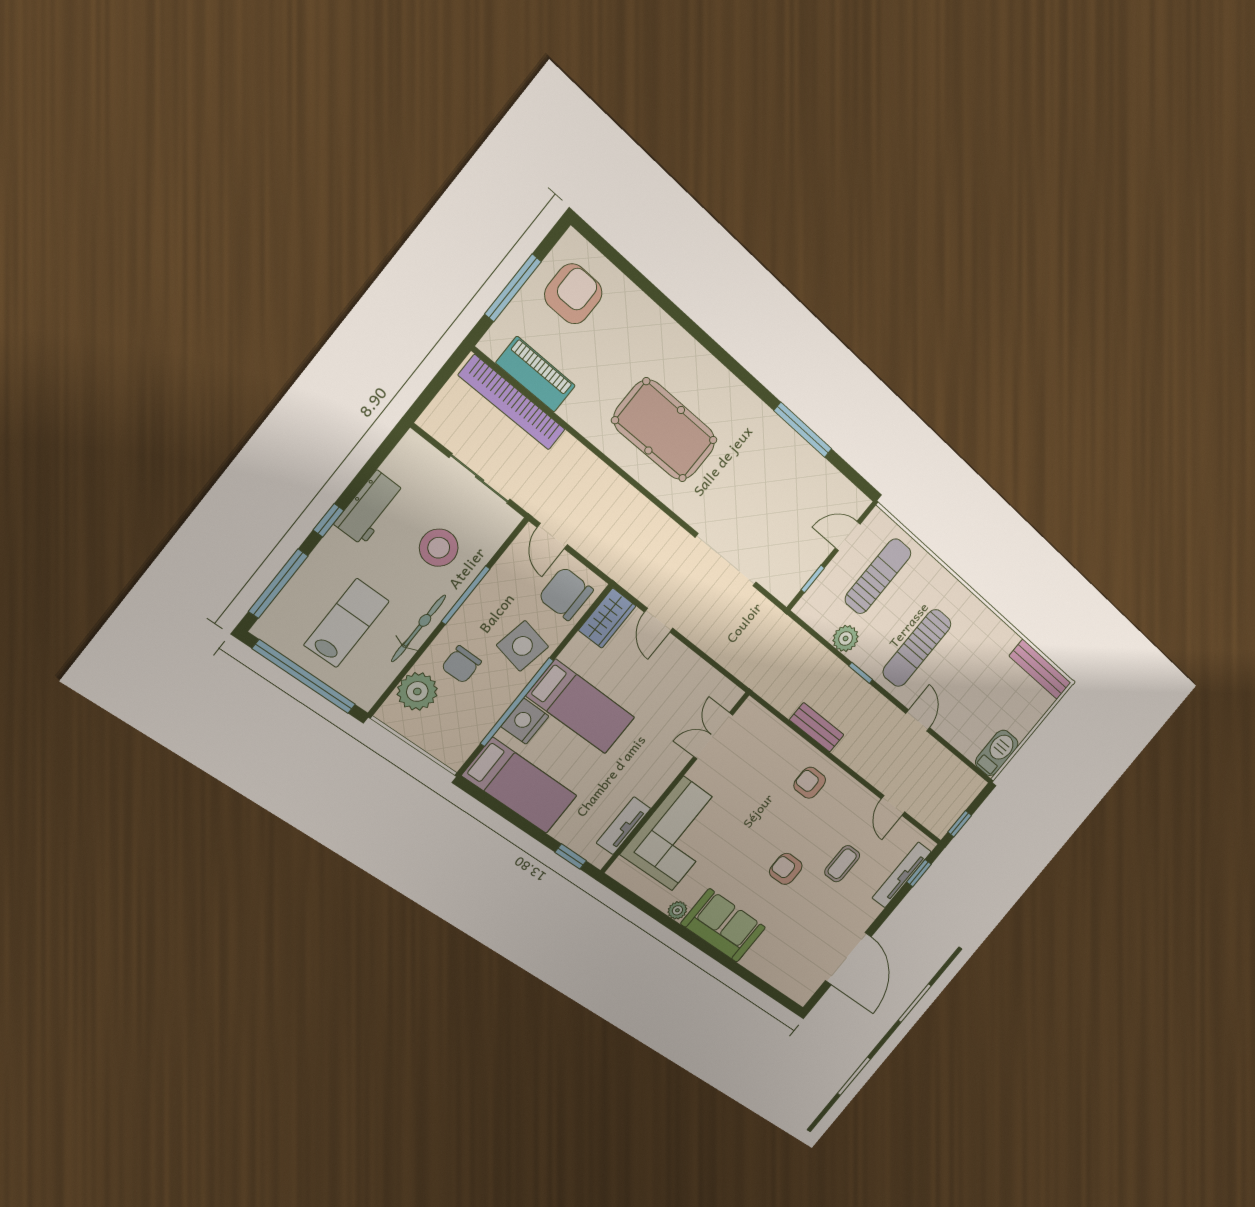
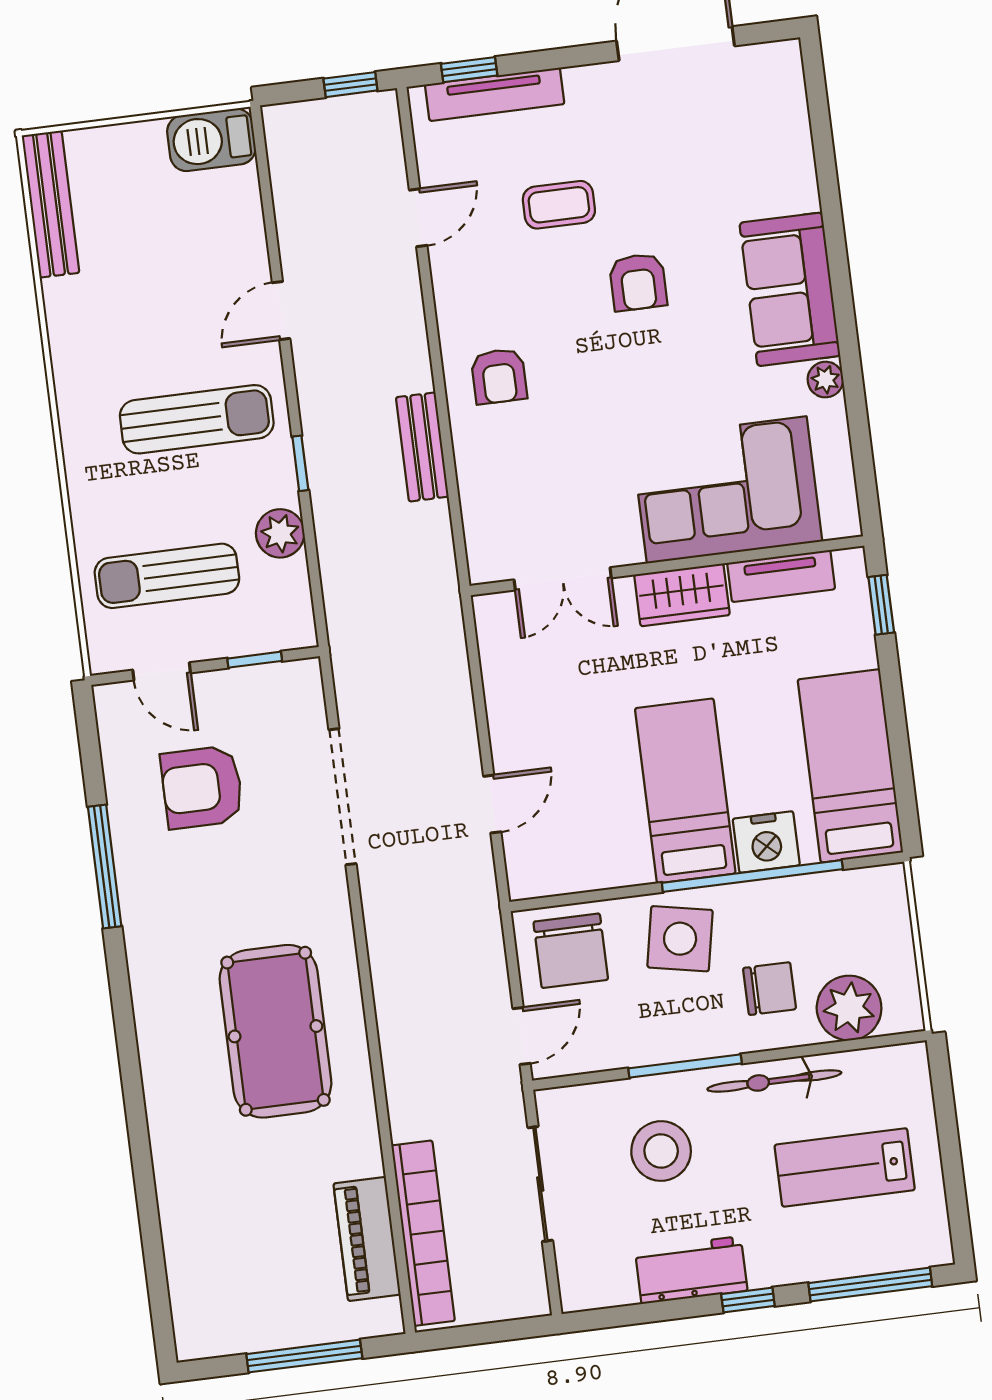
armchair: (573, 294) -> (202, 787), moved
wardrobe: (607, 618) -> (682, 595), moved, turned 180
window: (304, 677) -> (950, 1153), removed

